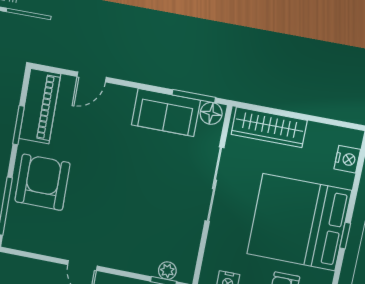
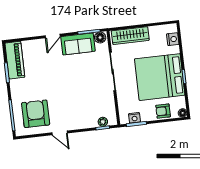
door: (92, 77) -> (53, 36), moved
armchair: (42, 182) -> (36, 114), moved

